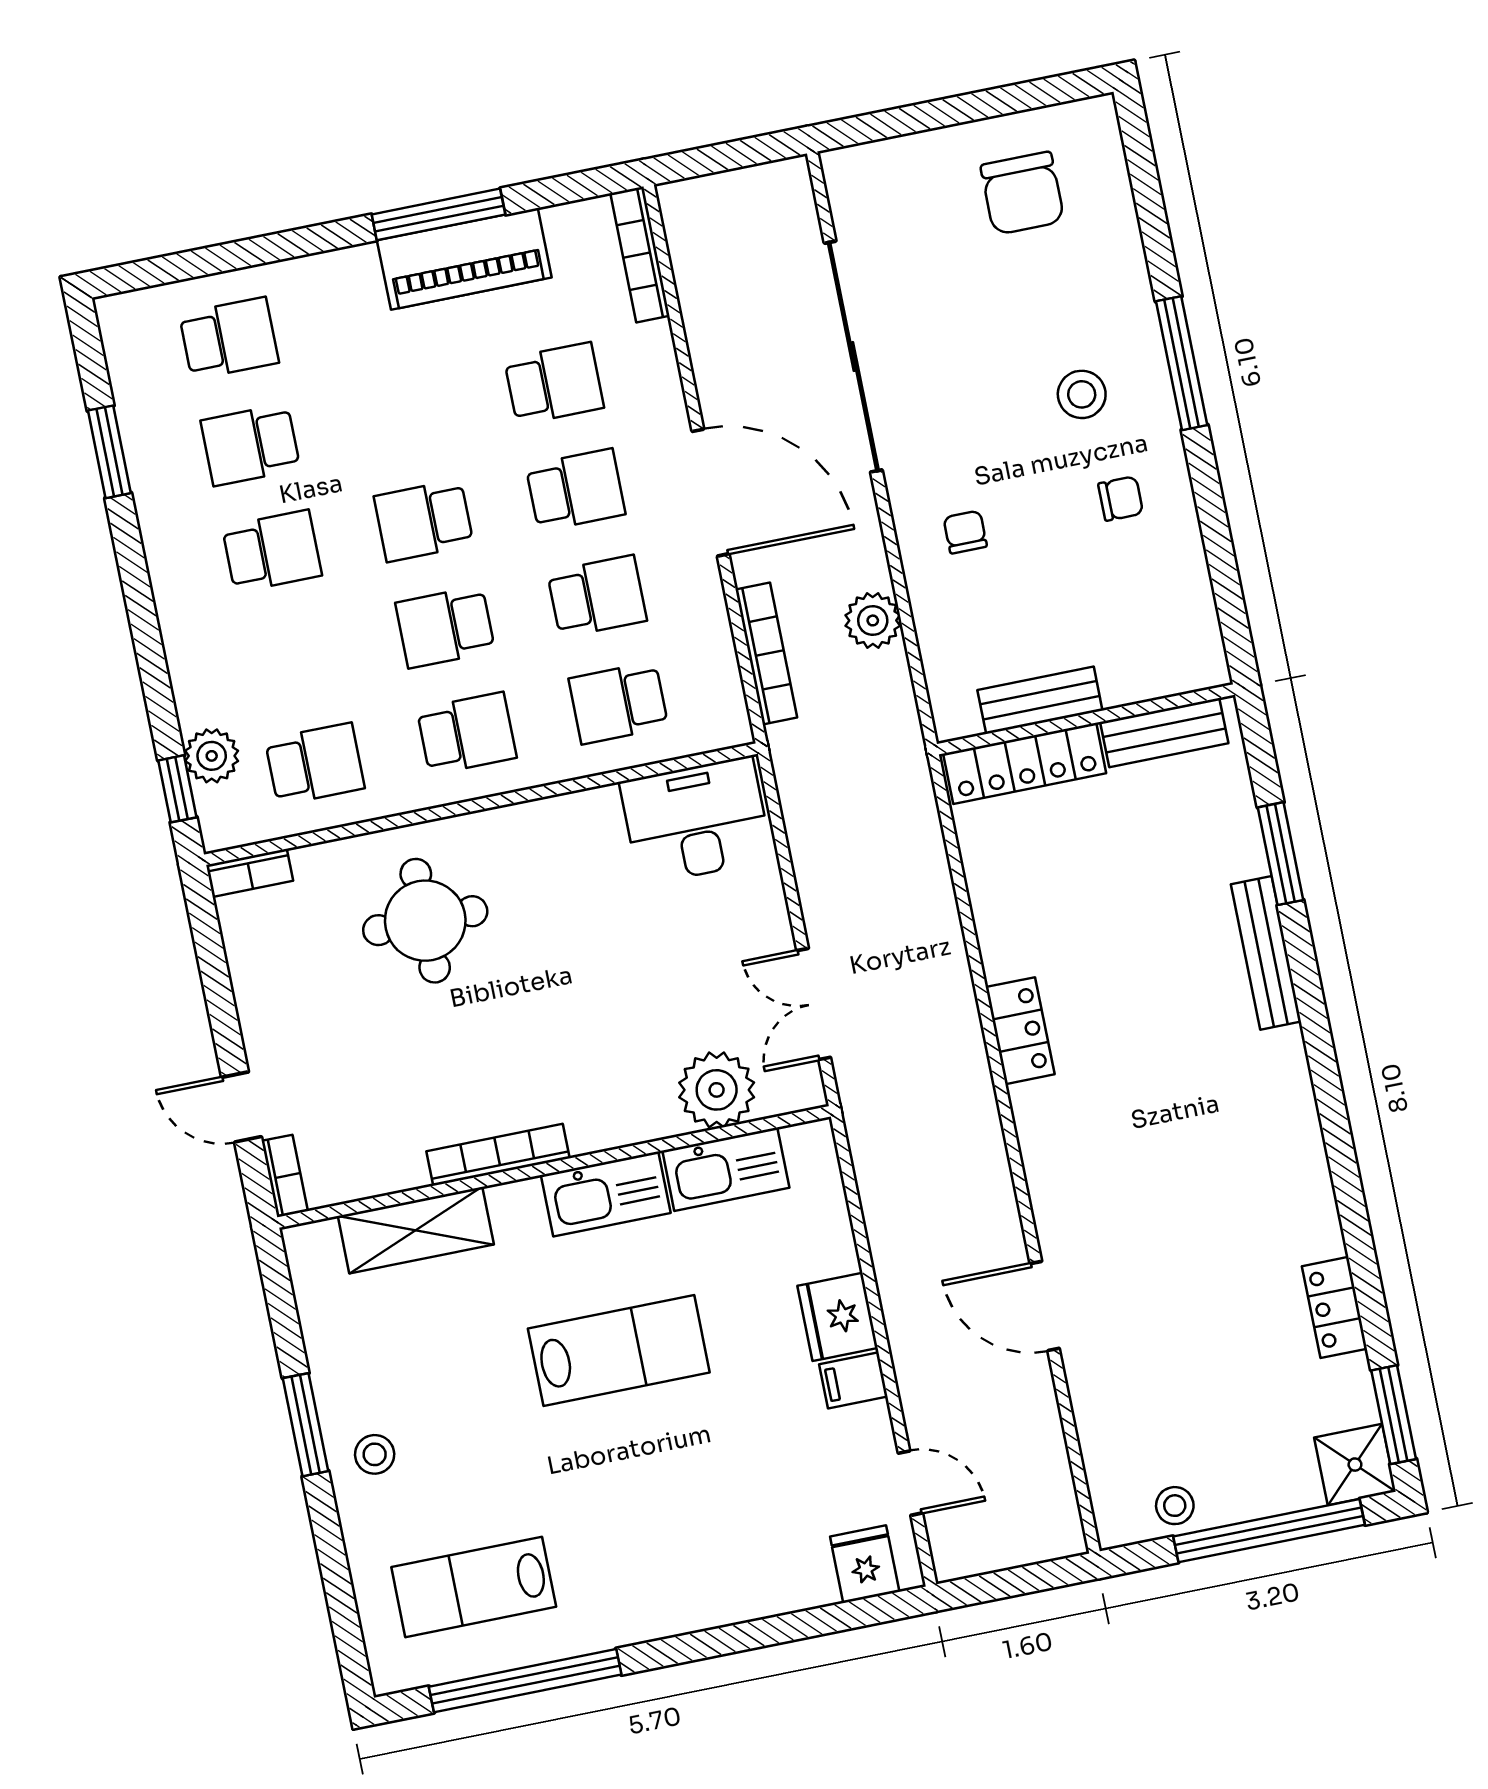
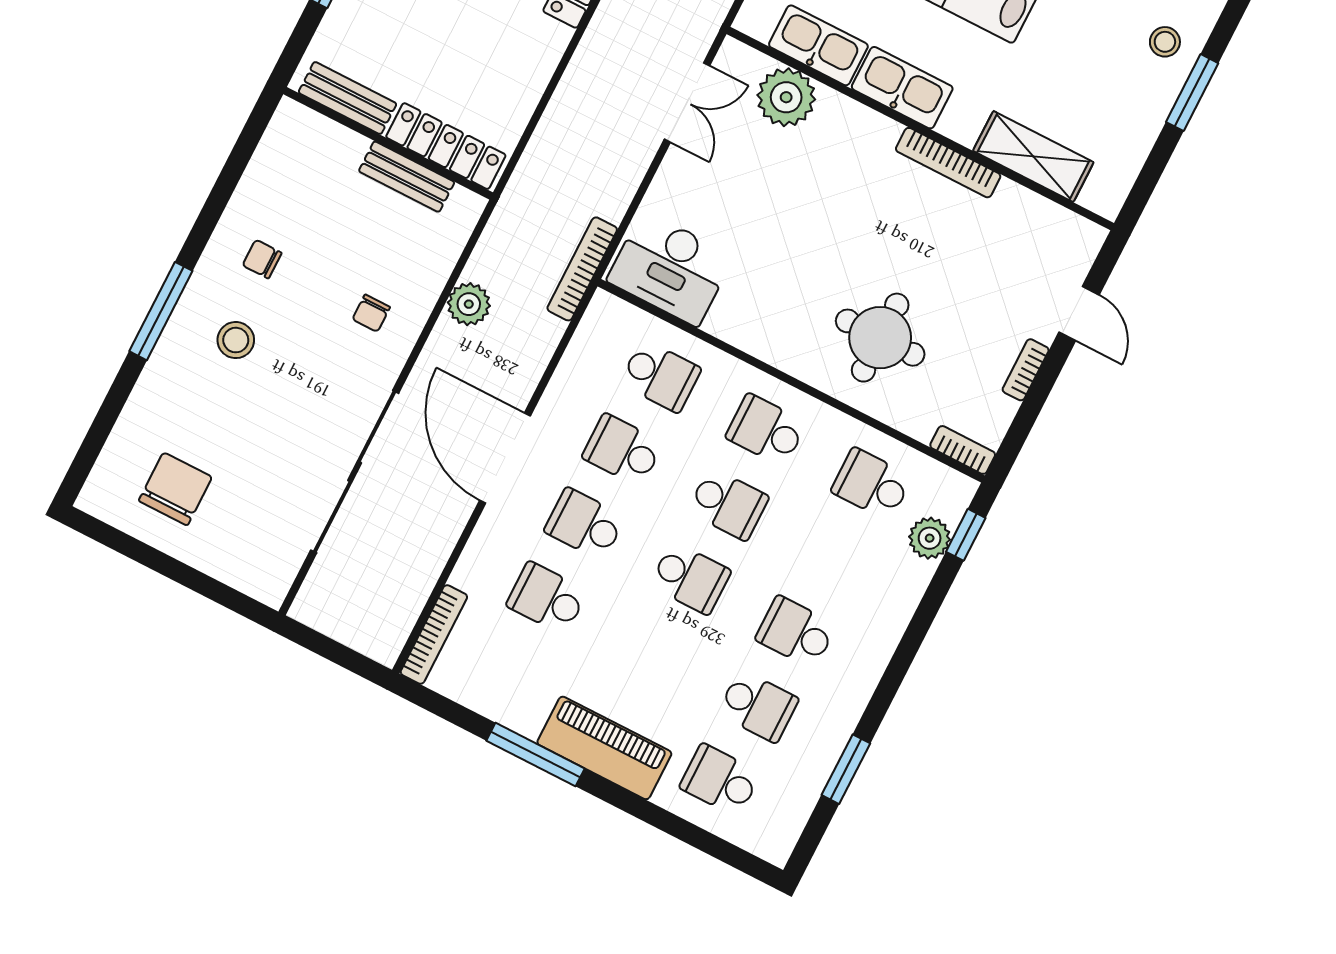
piano: (464, 259) -> (604, 748), moved
bookcase: (766, 653) -> (582, 269), moved
bookcase: (285, 1176) -> (1026, 370), moved

